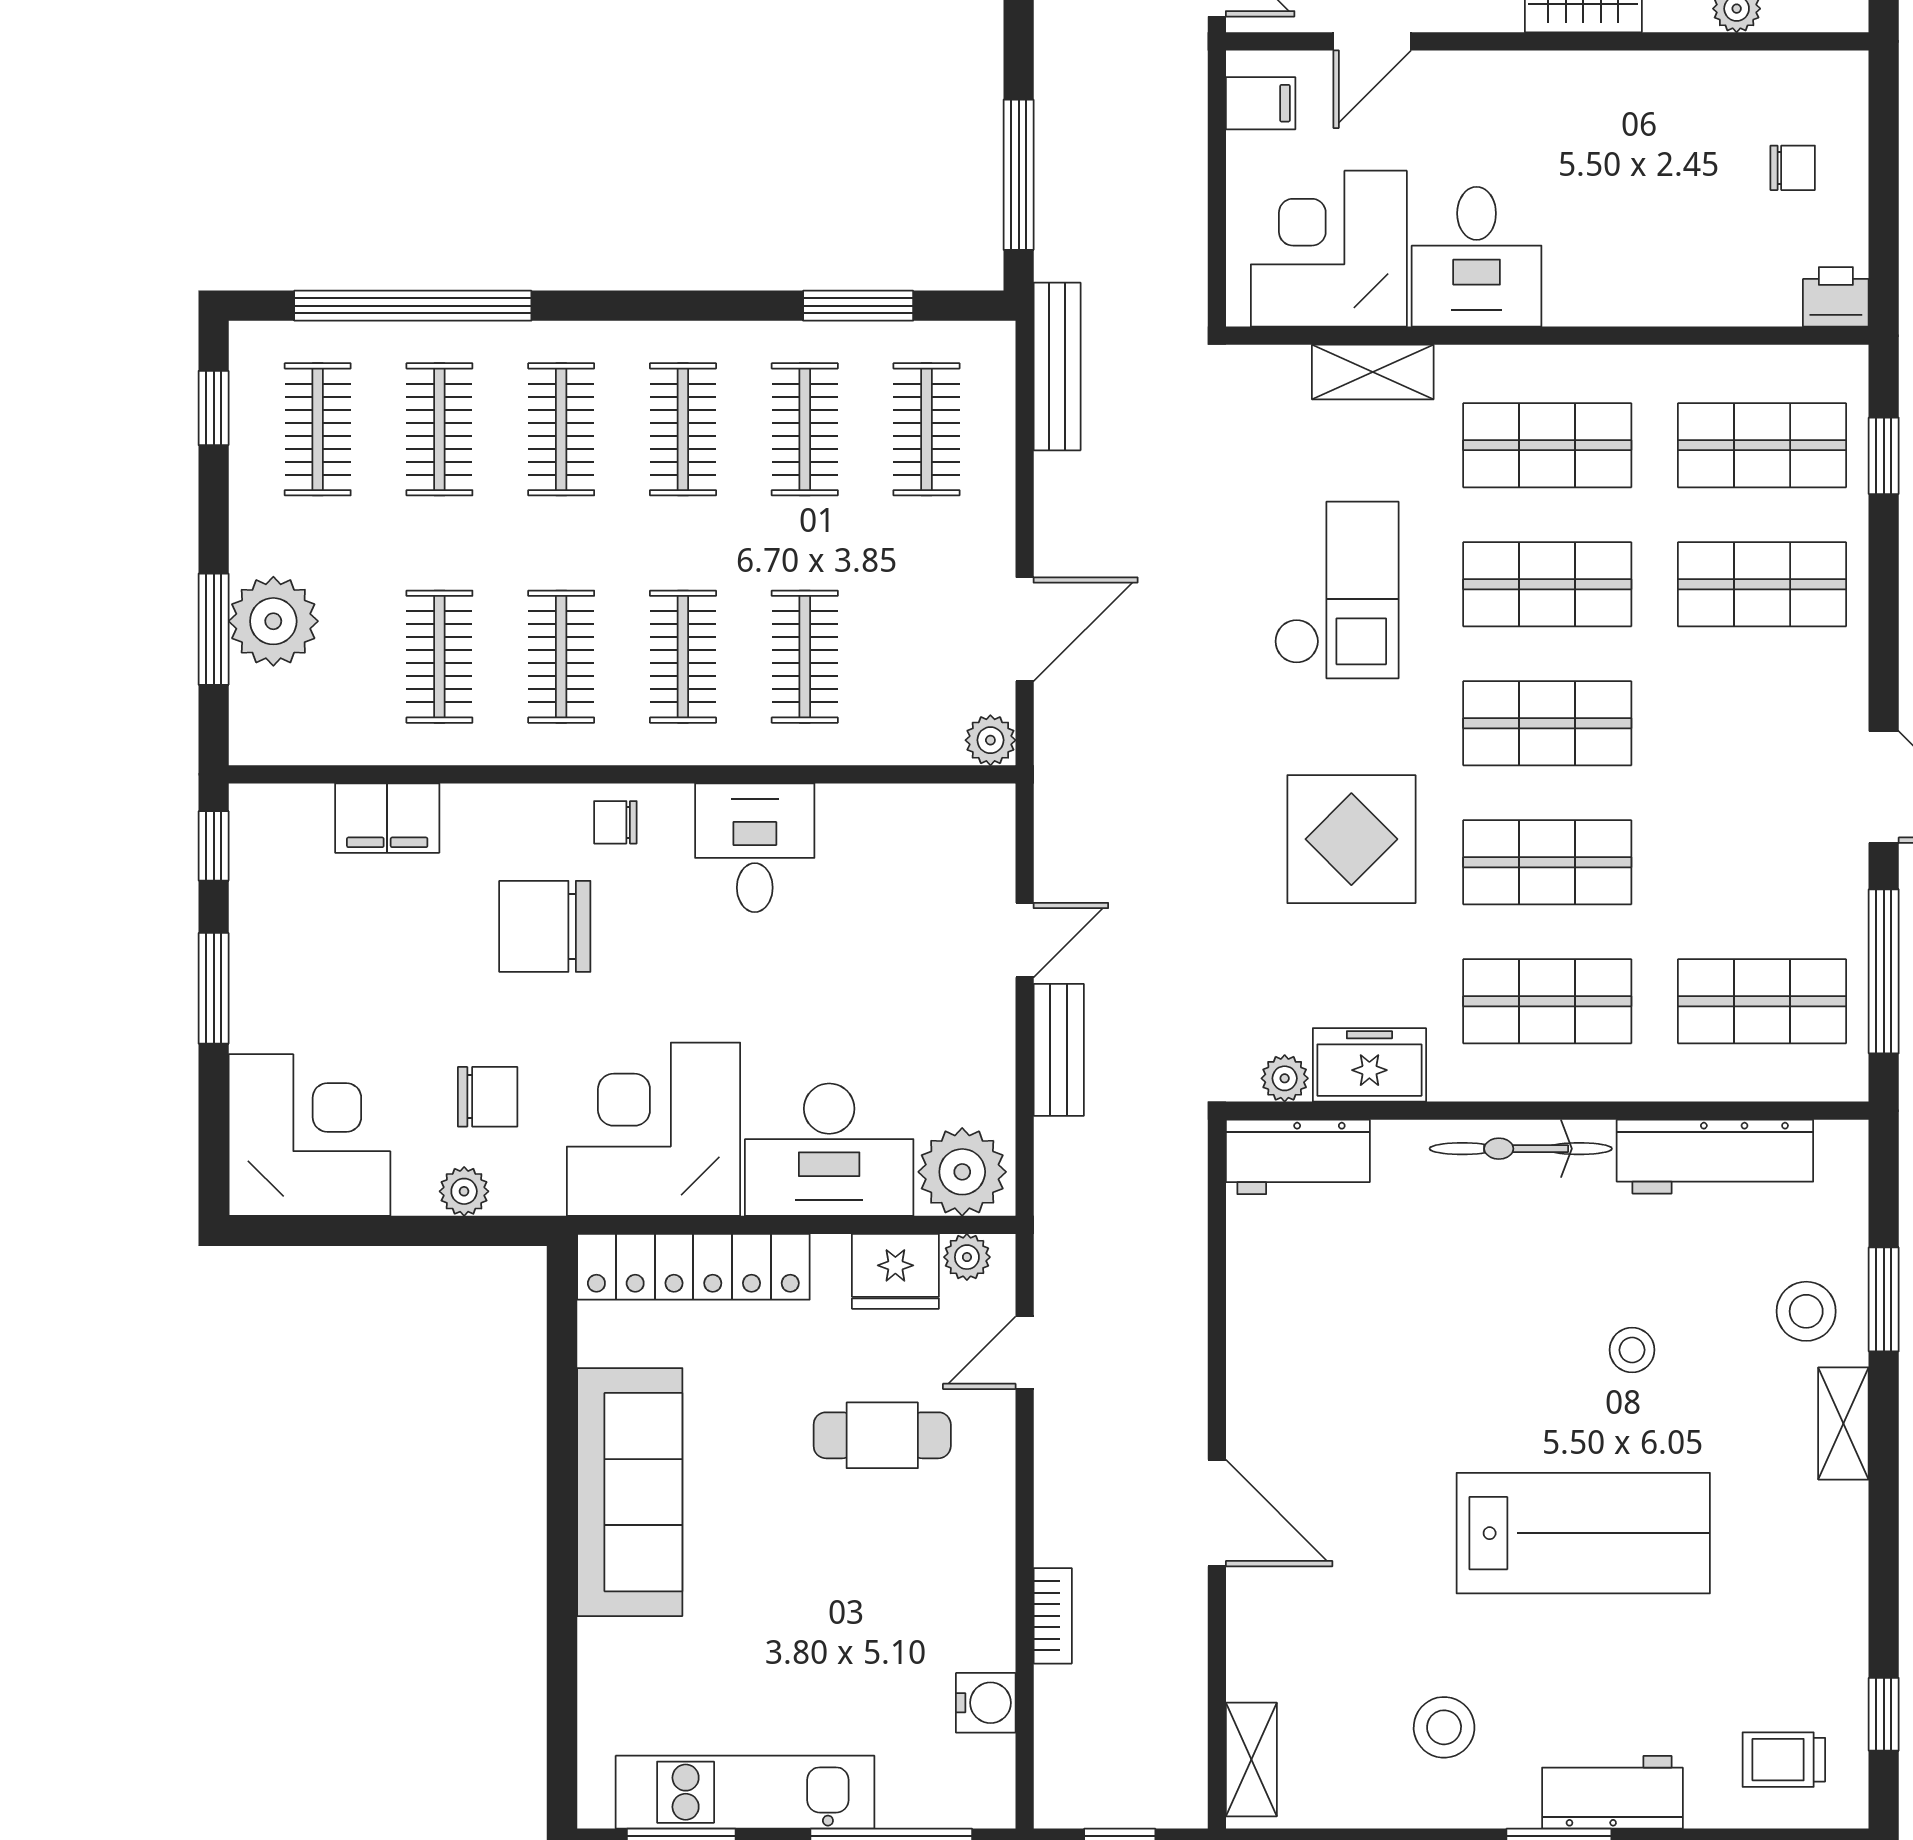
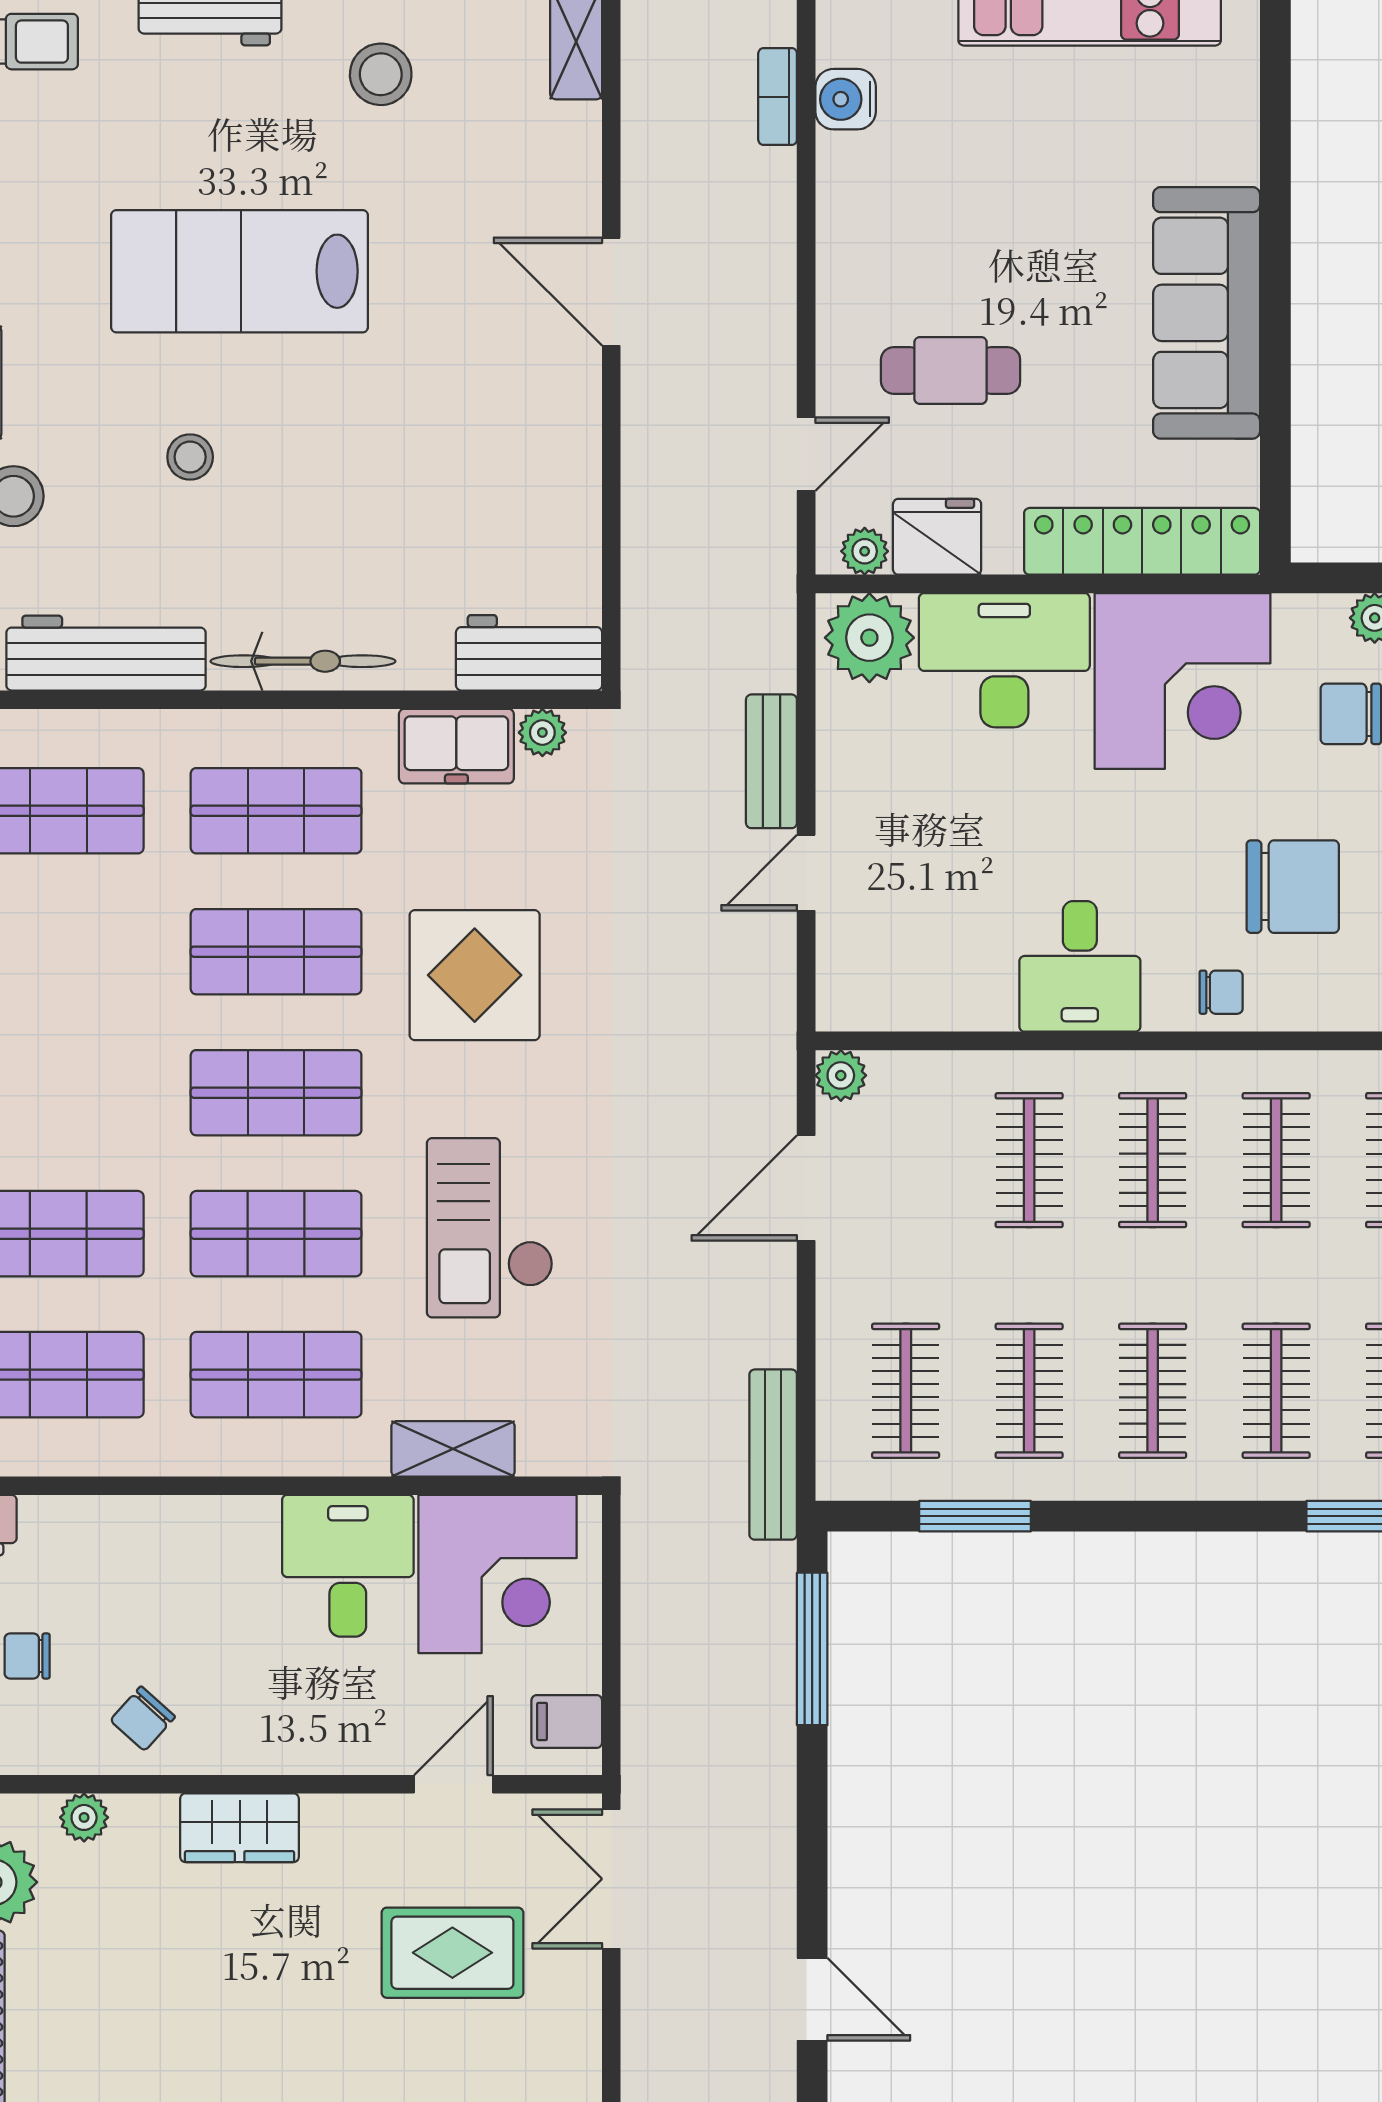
chair: (1679, 106) -> (143, 1719), added
bookcase: (1053, 1616) -> (778, 97), moved

